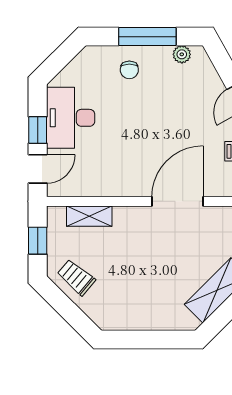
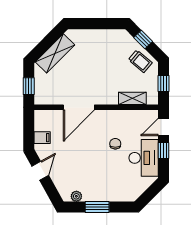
window: (147, 37) -> (97, 207), width x0.69
chair: (129, 70) -> (115, 144), moved
window: (71, 313) -> (143, 39), added

